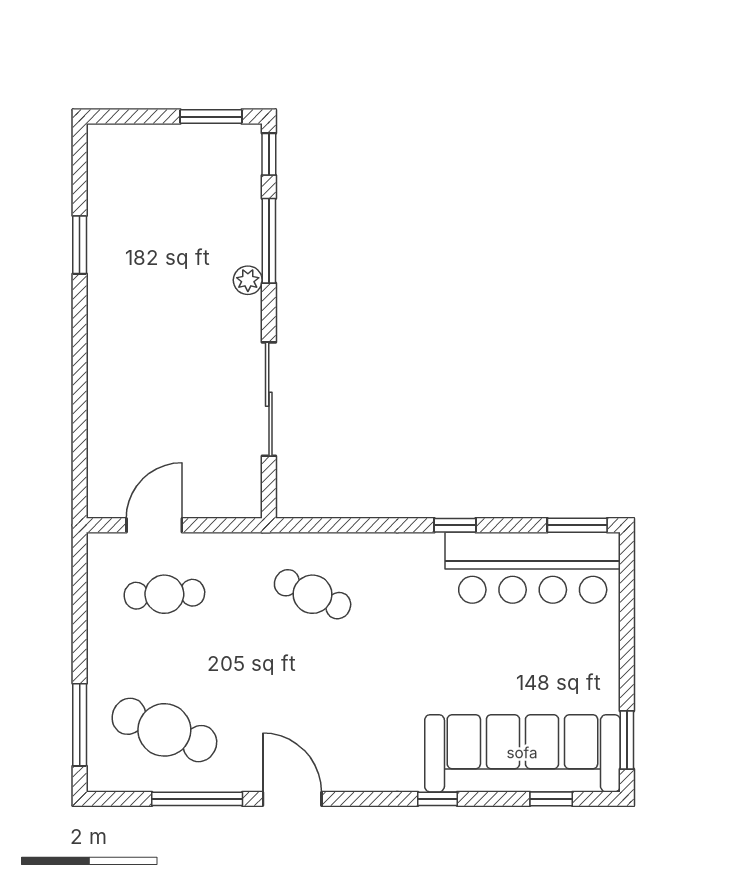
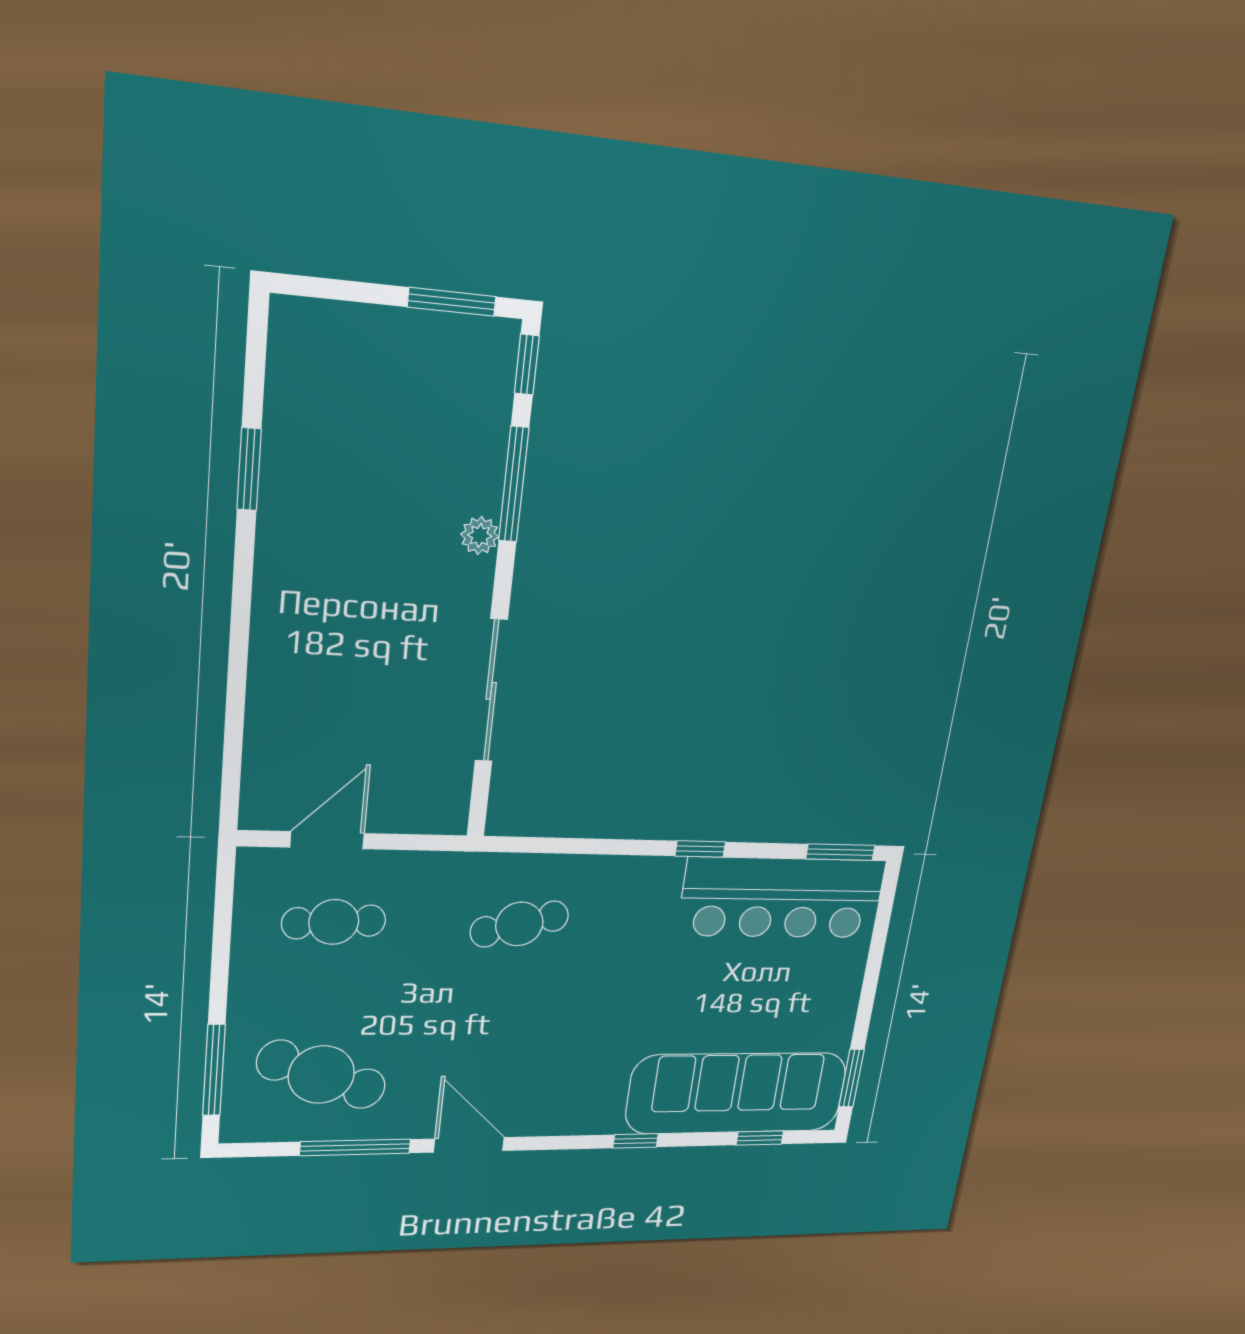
cafe table: (313, 594) -> (519, 924), turned -39

